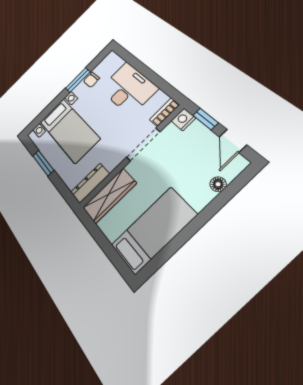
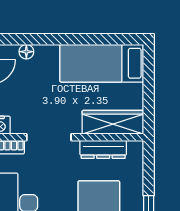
dresser: (90, 183) -> (103, 149), moved

